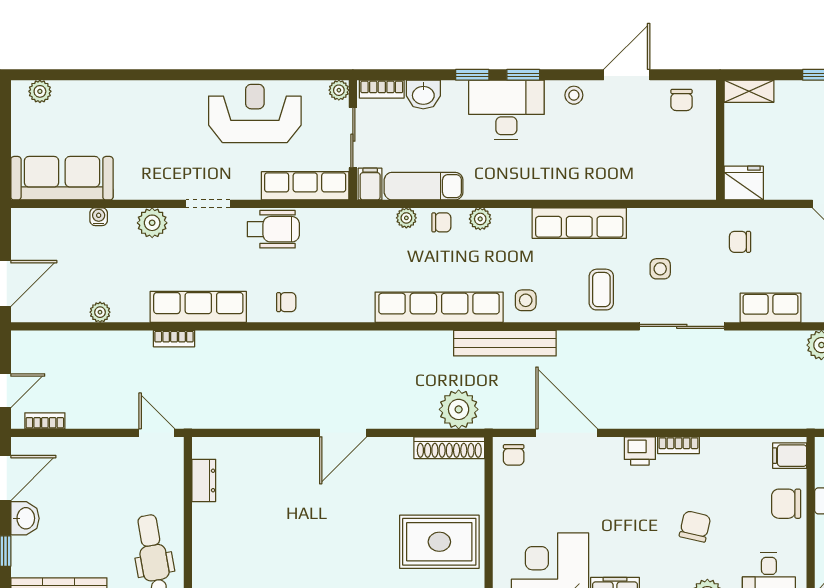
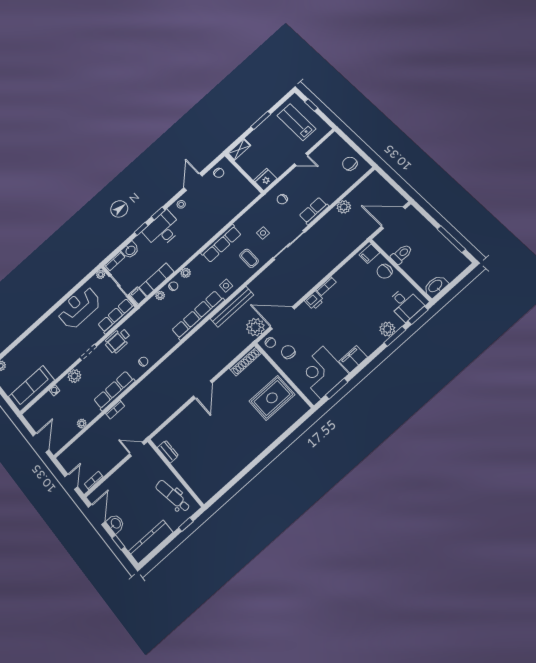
wheelchair: (273, 229) -> (118, 341), turned 180
plant: (459, 409) -> (255, 327), moved
chair: (695, 526) -> (288, 352), moved

